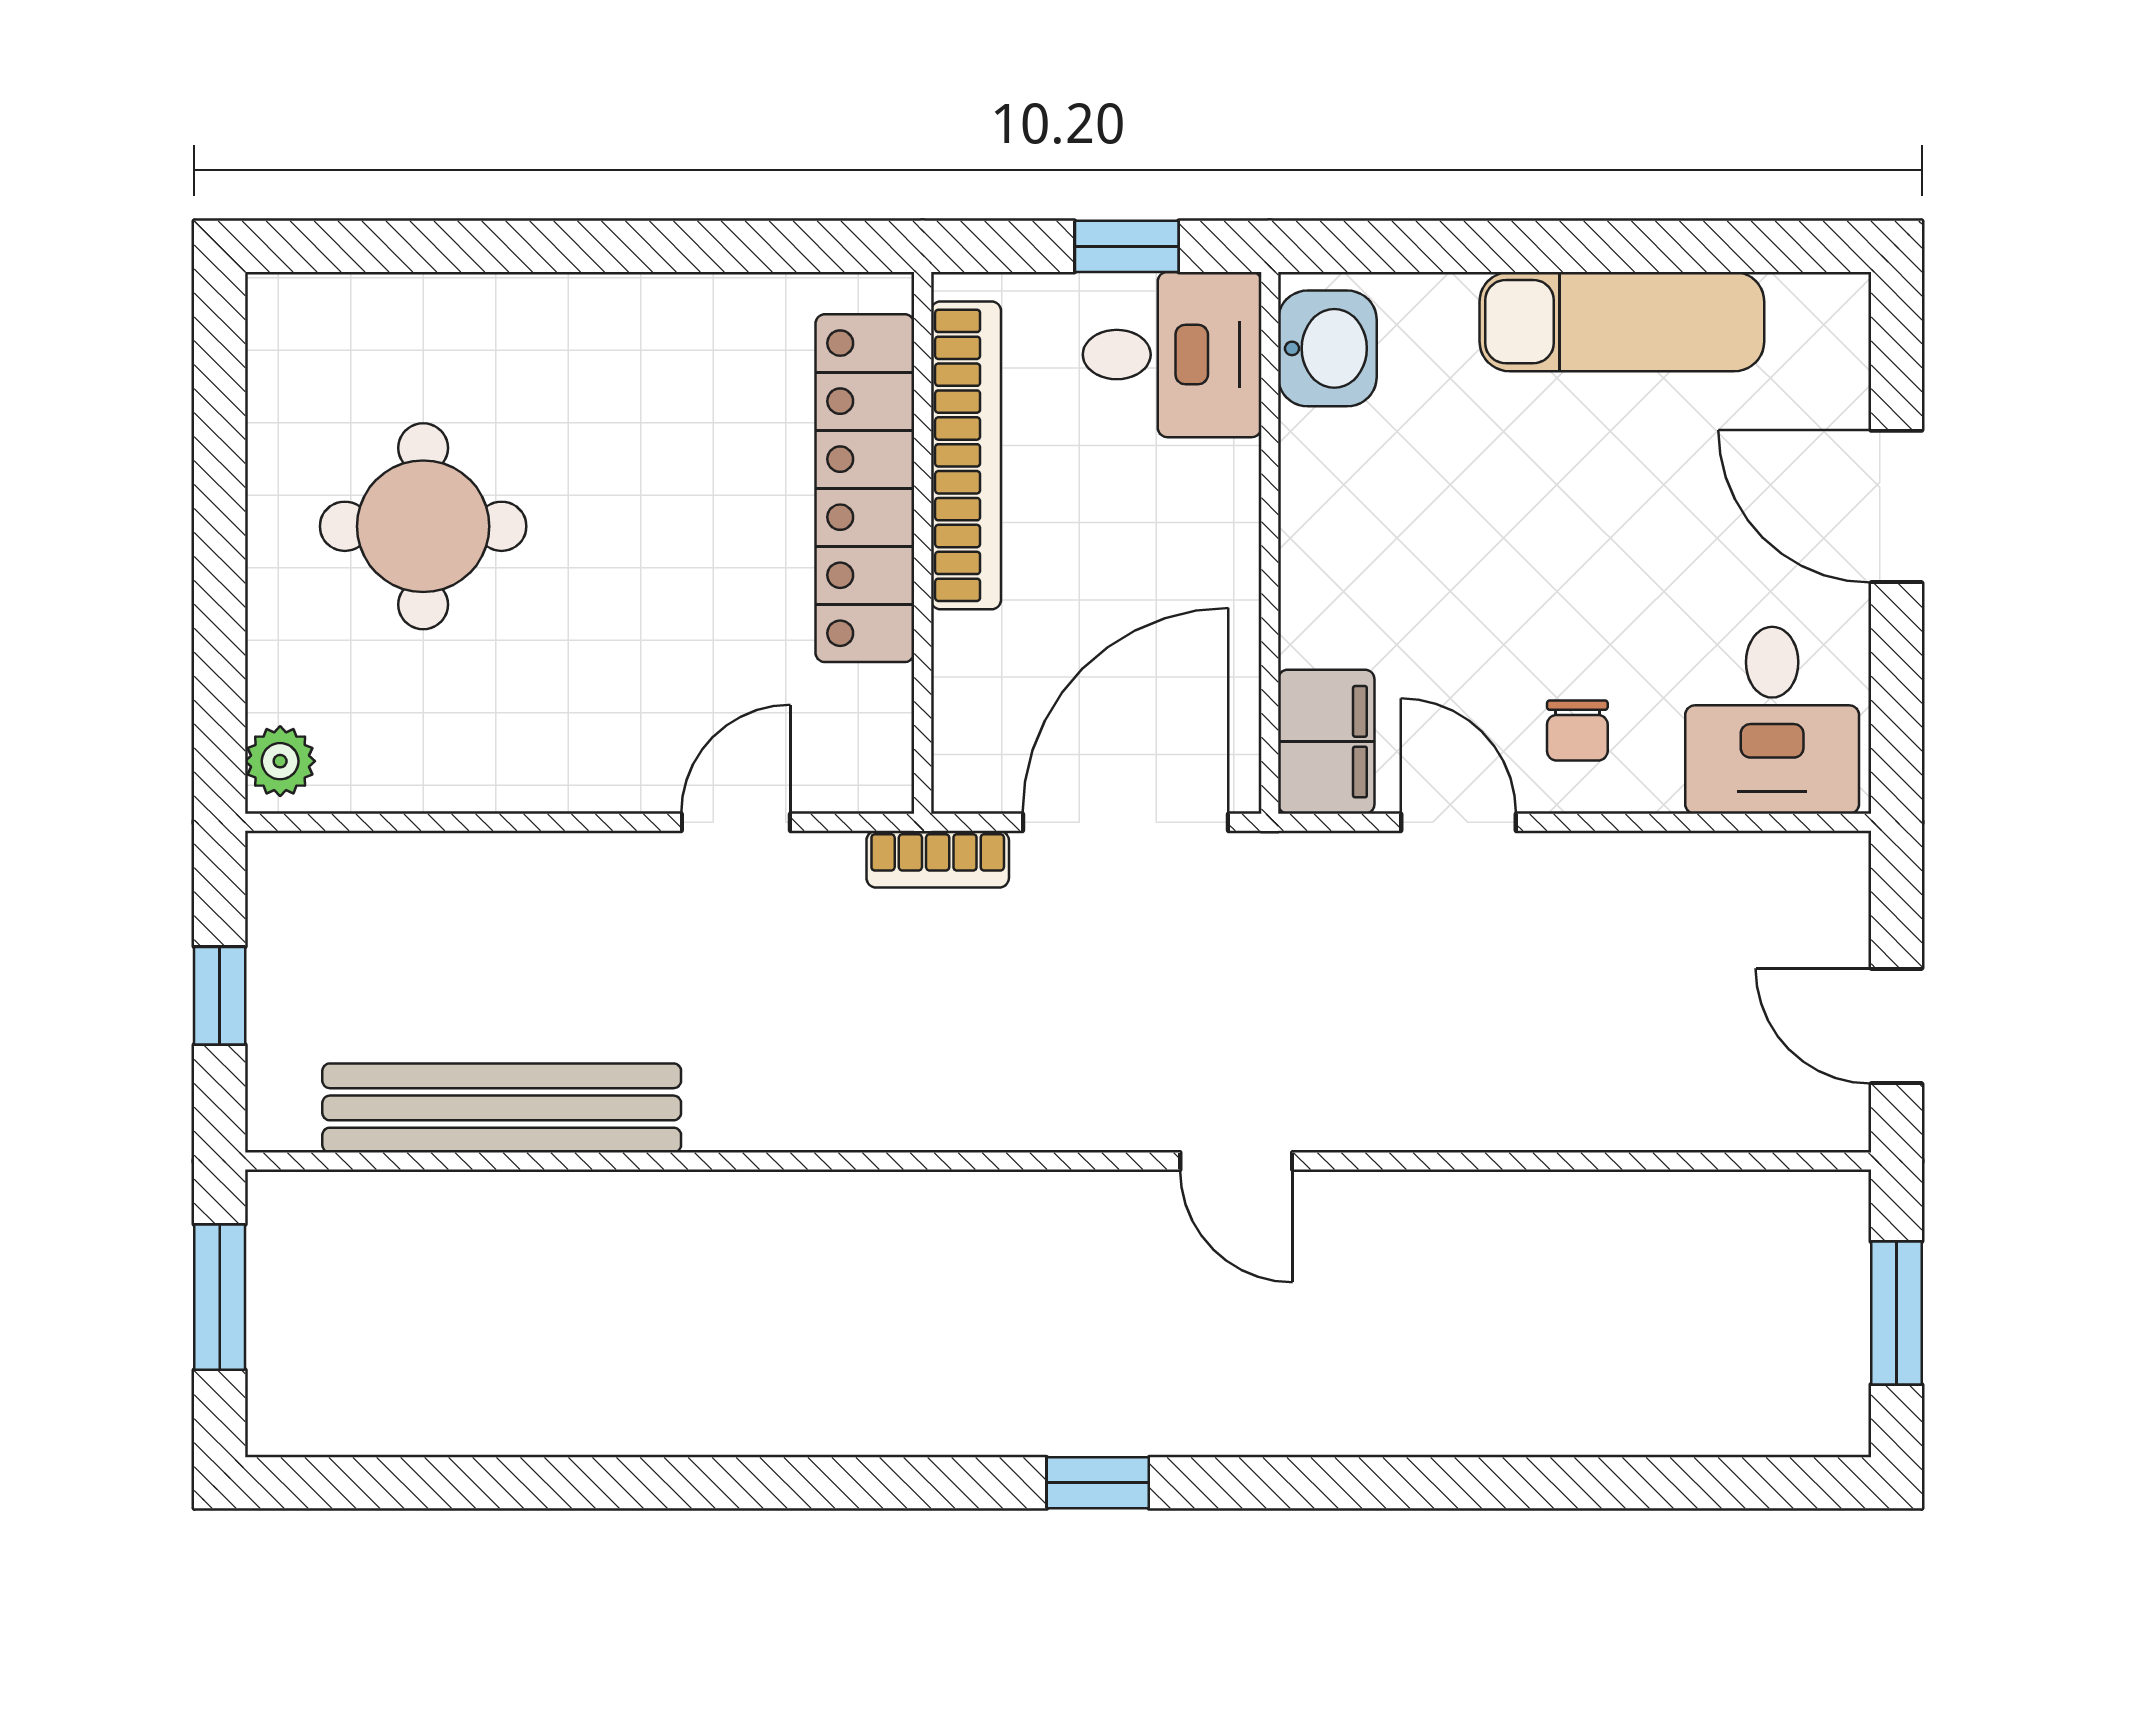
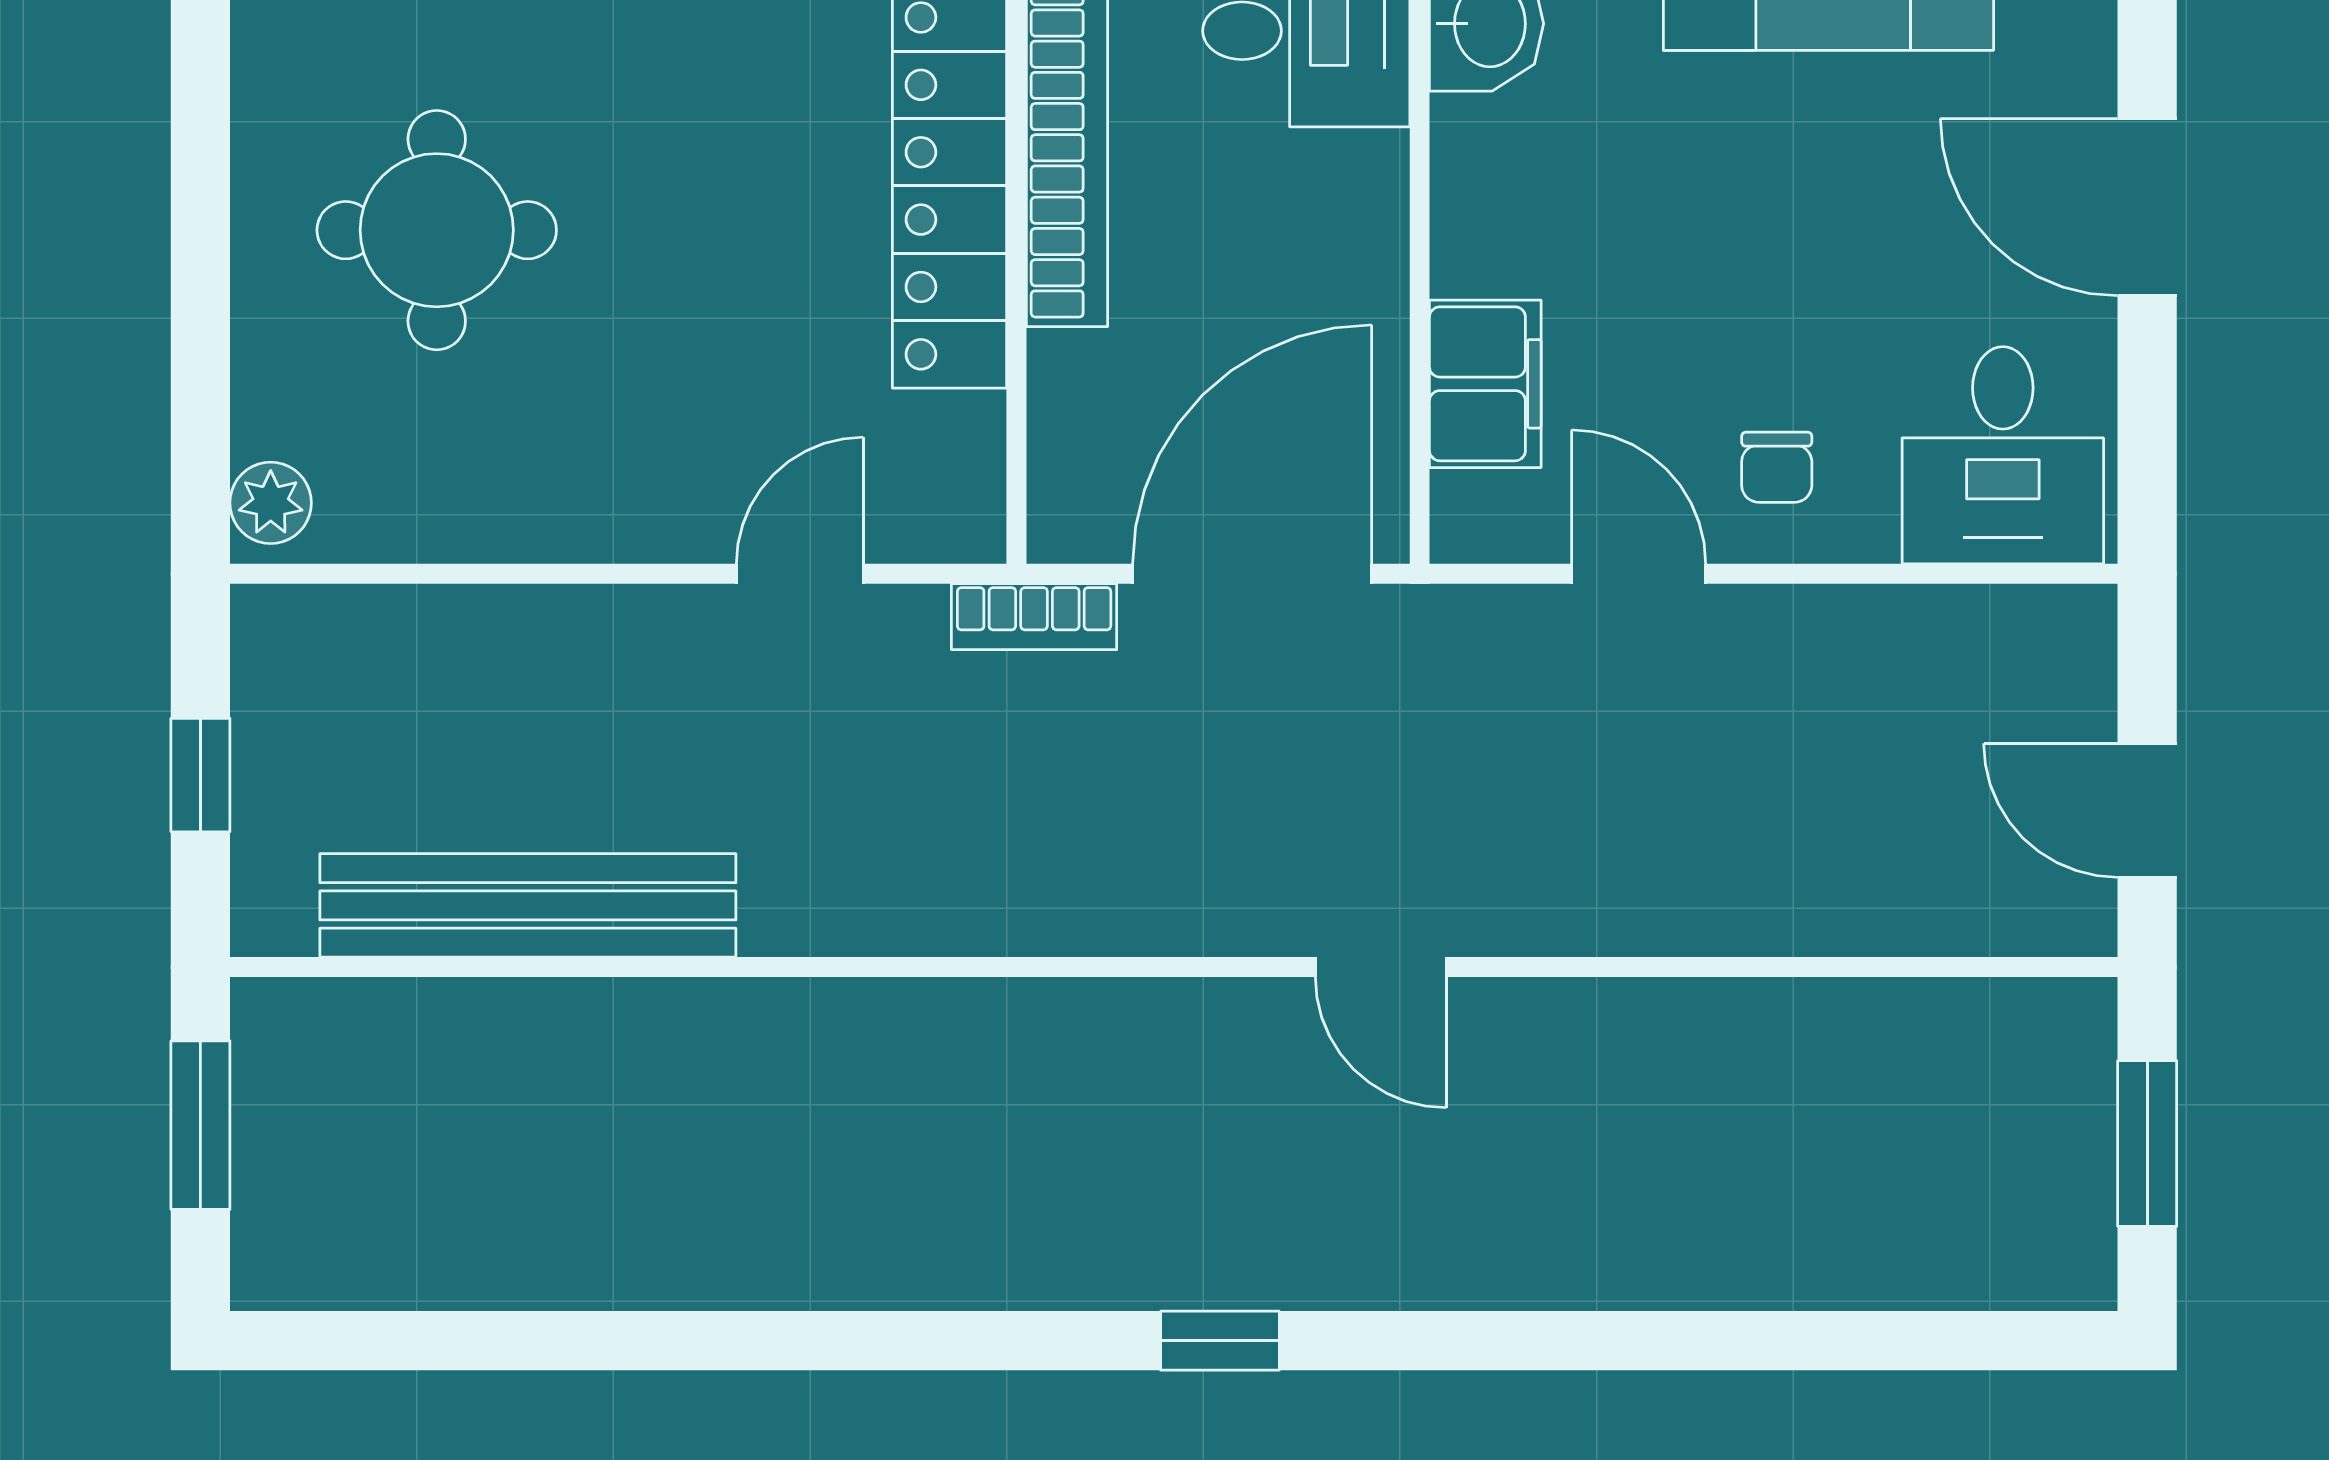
filing cabinet: (1326, 742) -> (1485, 384), moved

